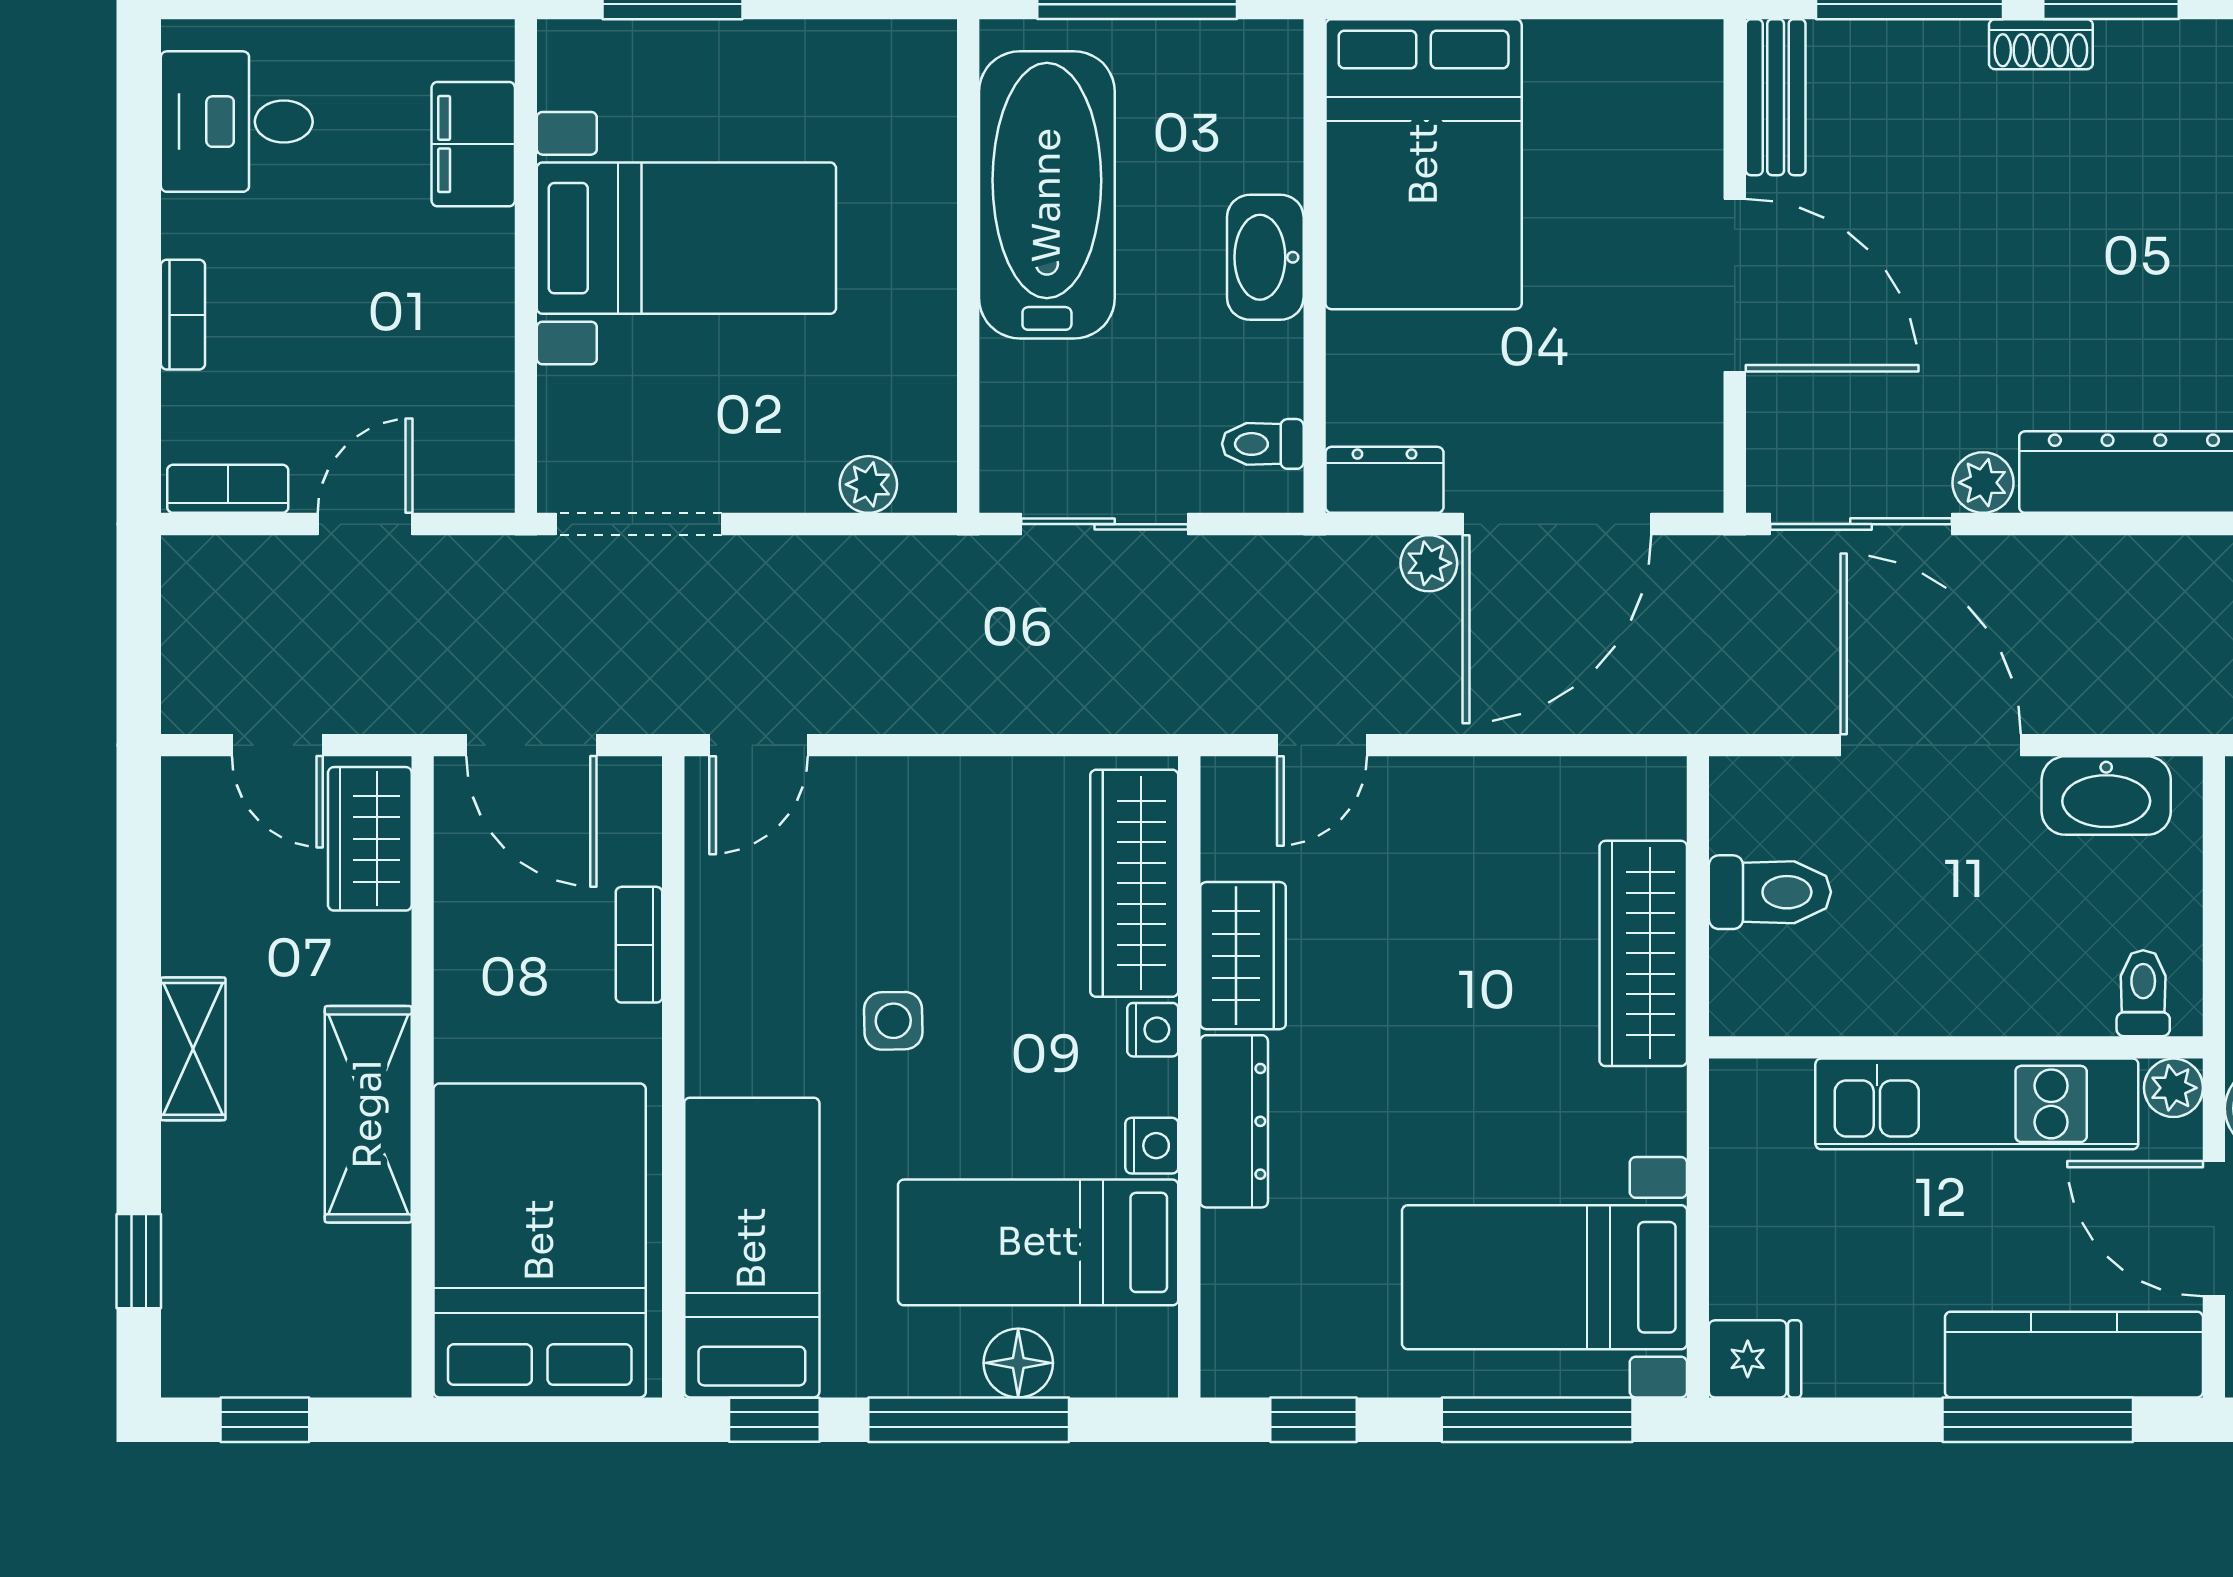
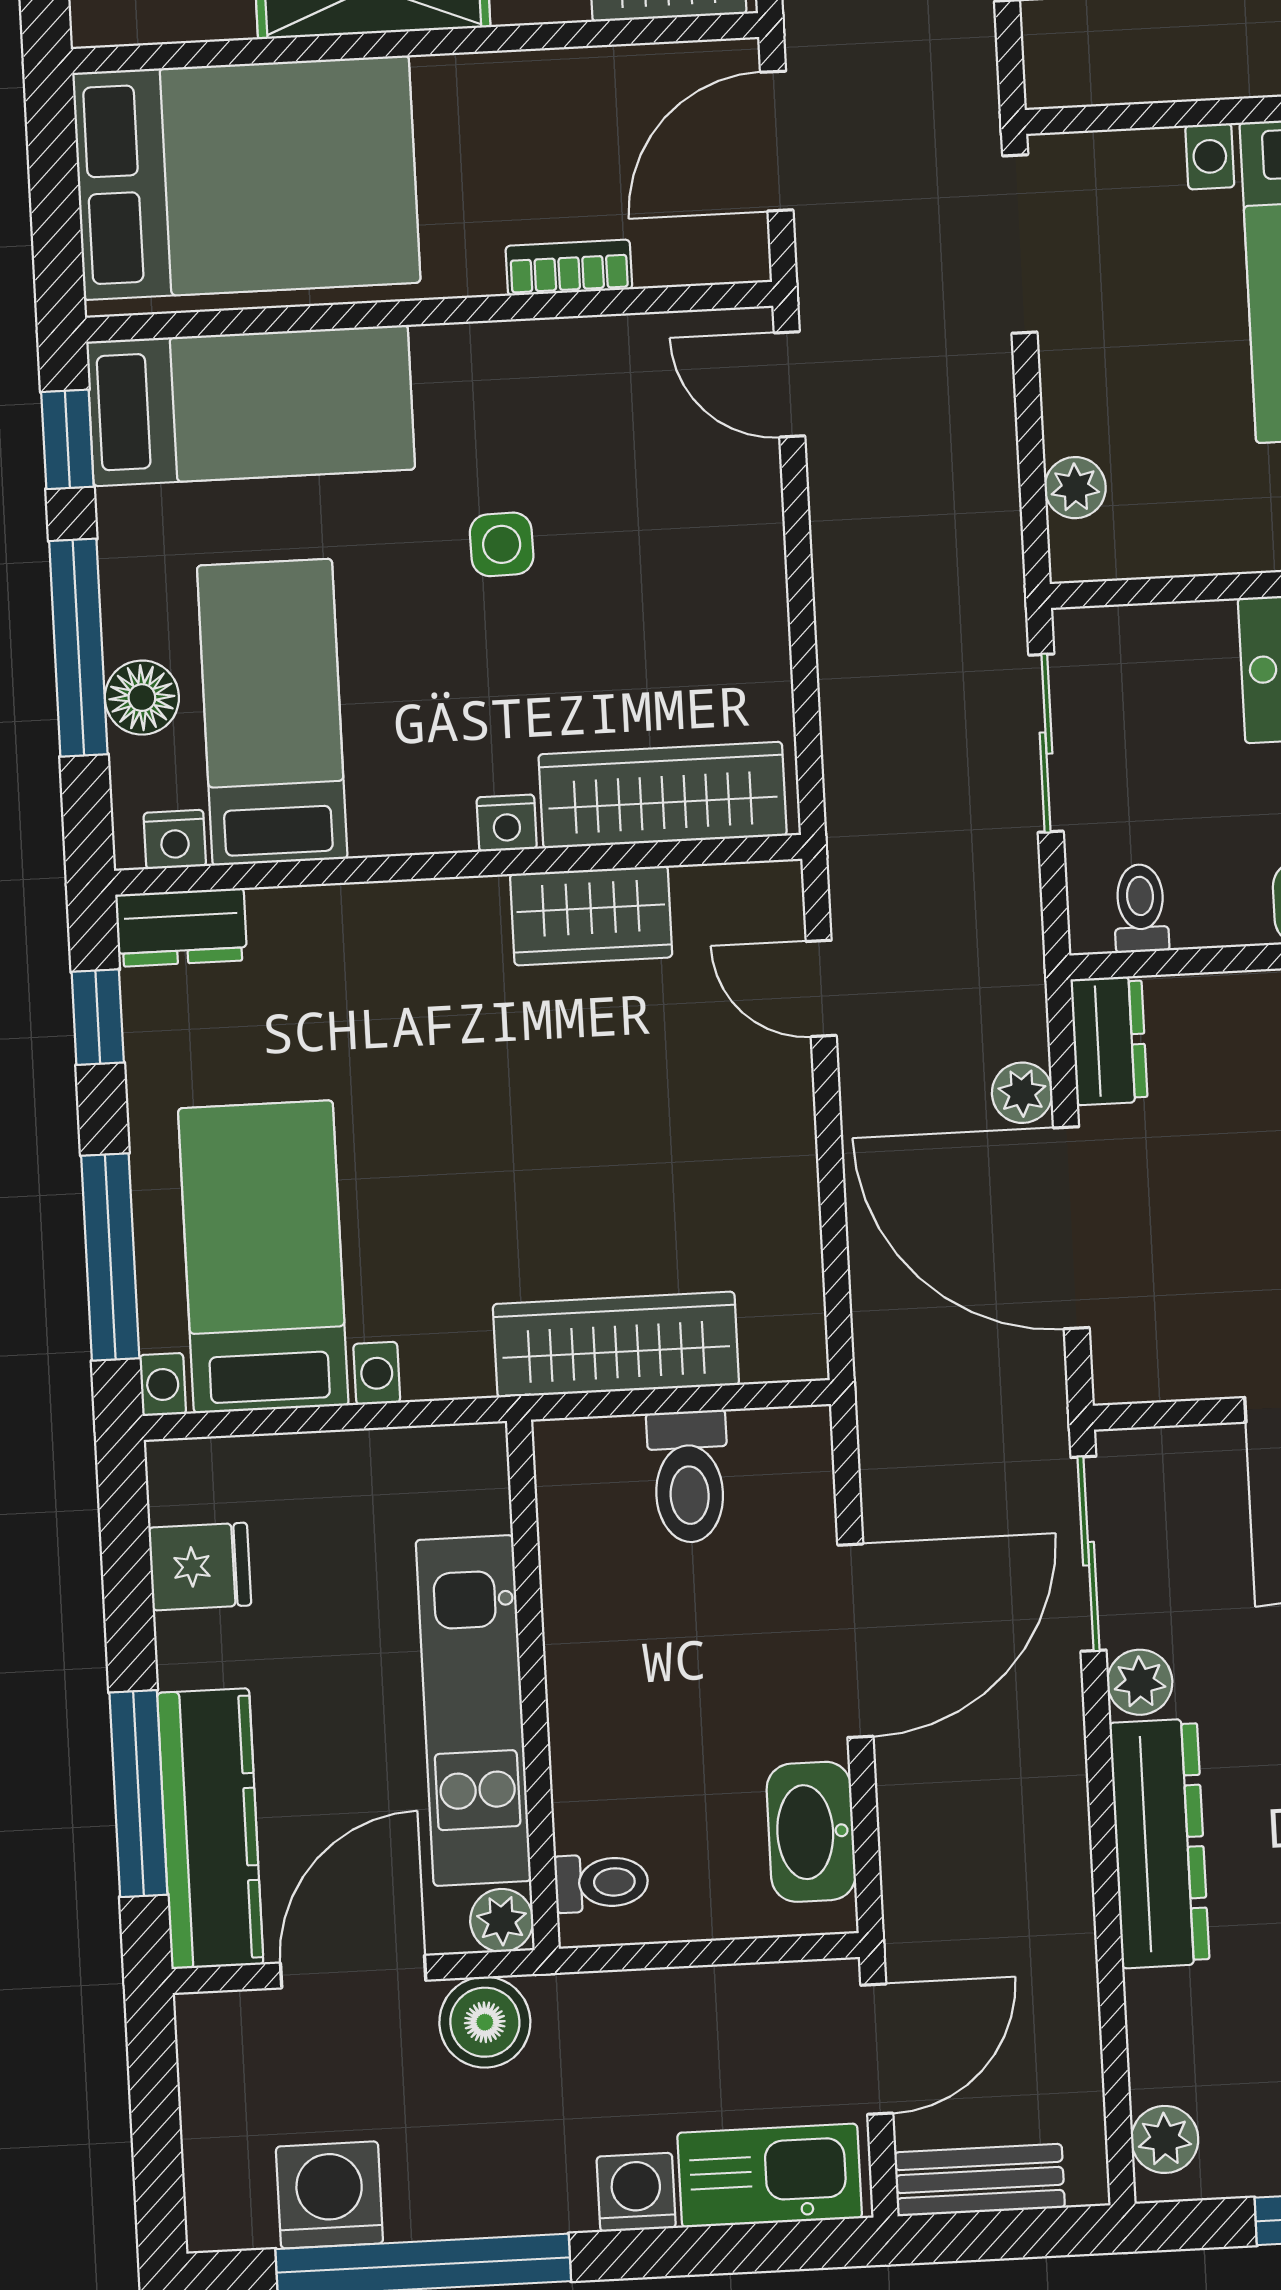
dresser: (1234, 1121) -> (181, 927), moved, width x0.70
nightstand: (1152, 1146) -> (175, 839), moved
fridge: (1755, 1359) -> (200, 1567), moved, turned -90

